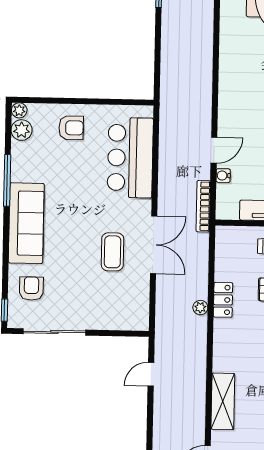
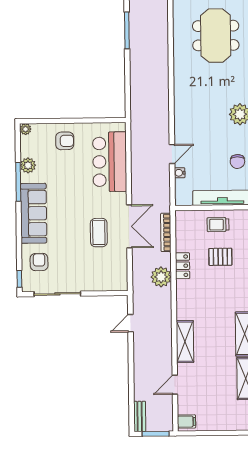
plant: (22, 130) -> (28, 165), moved
bookcase: (203, 206) -> (166, 232), moved
plant: (200, 308) -> (161, 277), width x1.88, depth x1.88

